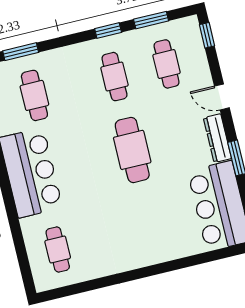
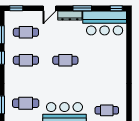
cafe table: (132, 150) -> (65, 60), width x0.73, depth x0.74

